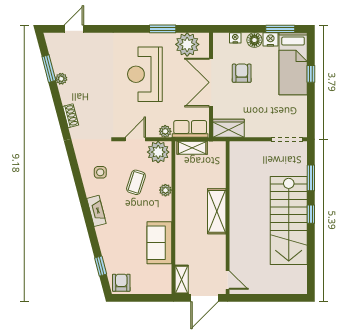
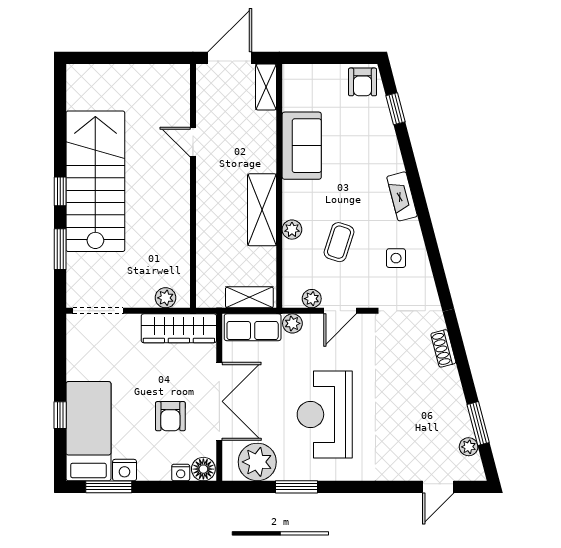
floor lamp: (254, 40) -> (203, 469), moved
reception desk: (145, 74) -> (325, 414), turned 180
plant: (61, 79) -> (469, 447), moved
wardrobe: (229, 128) -> (179, 328), width x1.50
plant: (245, 147) -> (166, 298), added
plant: (158, 152) -> (312, 299), width x0.53, depth x0.53
shelving: (217, 211) -> (262, 210), moved
door: (228, 280) -> (193, 142), moved

